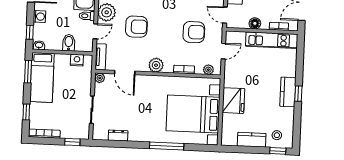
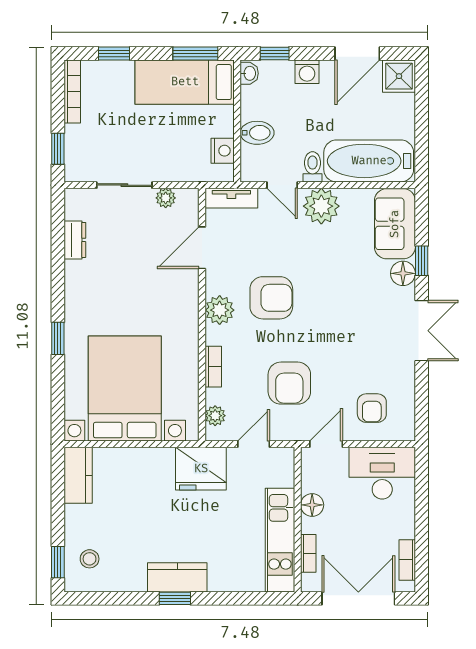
armchair: (136, 27) -> (271, 298), moved, turned -90
door: (223, 51) -> (254, 444), swing flipped
plant: (100, 78) -> (166, 198), moved
fridge: (233, 101) -> (201, 469), moved
kitchen counter: (252, 140) -> (78, 475), moved
window: (167, 146) -> (58, 338), width x0.46

